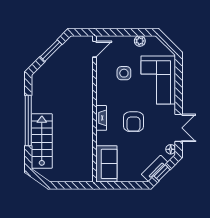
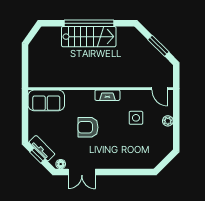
plant: (140, 41) -> (168, 121), moved
corner sofa: (158, 80) -> (129, 152), removed
fireplace: (101, 118) -> (107, 95), moved
stairs: (42, 141) -> (89, 37), moved

